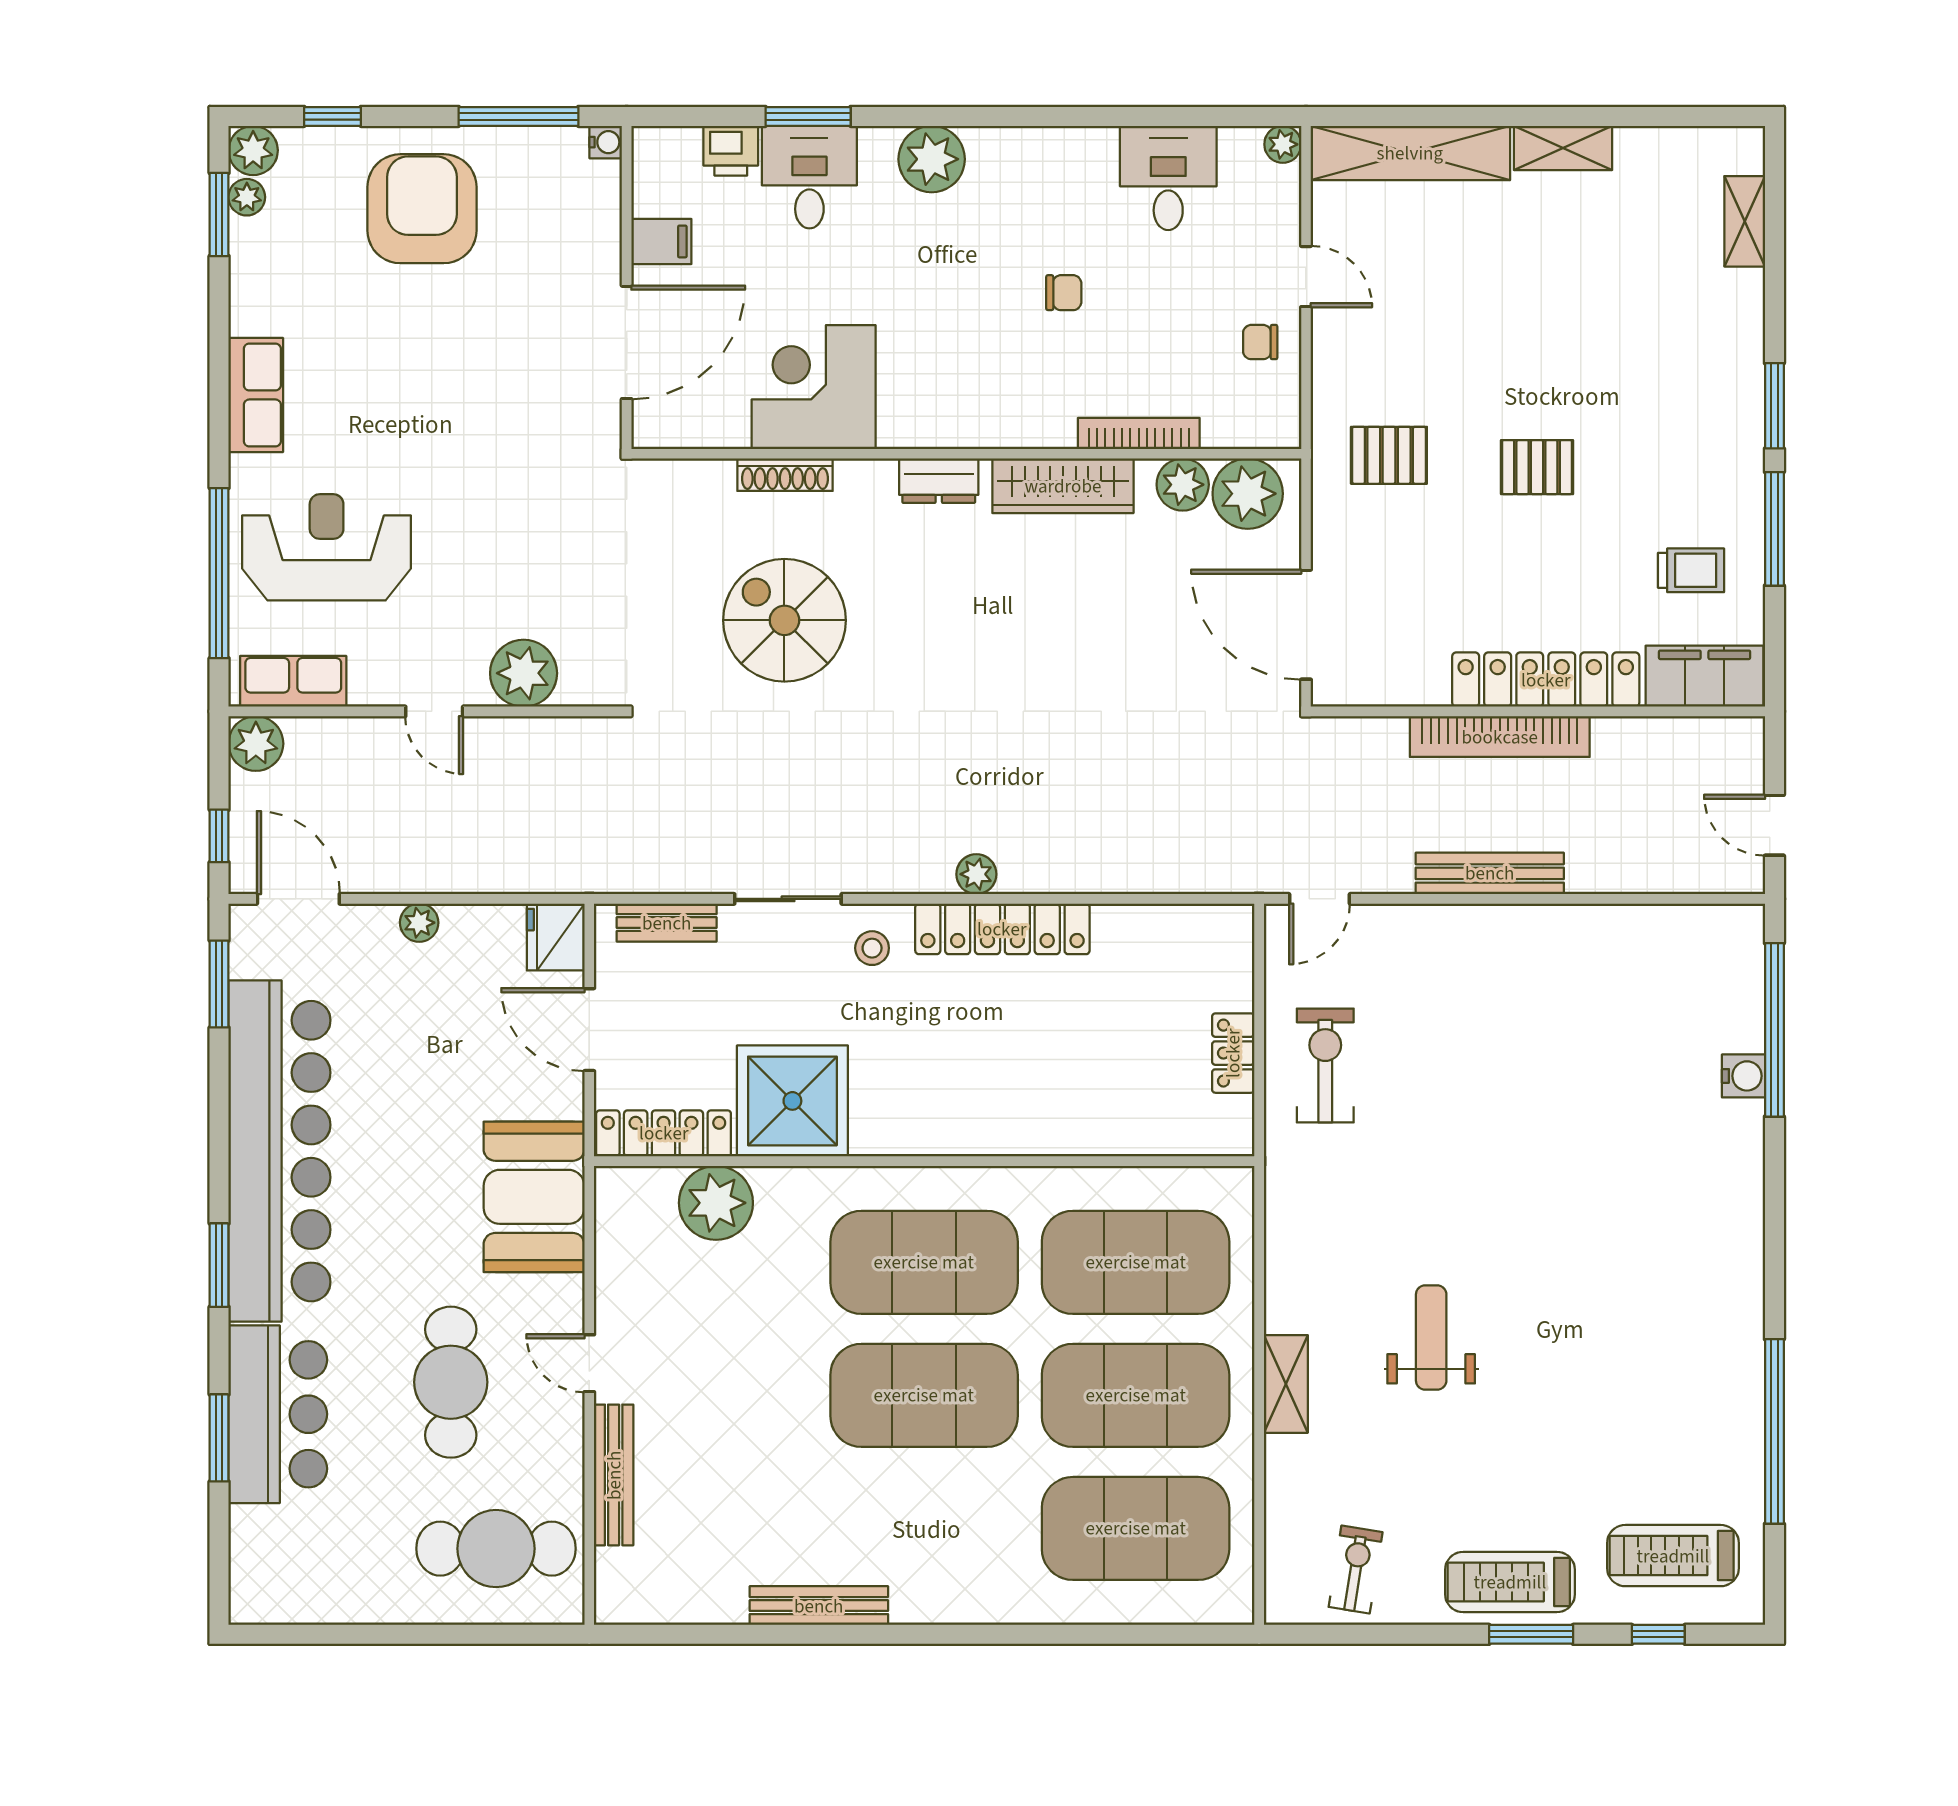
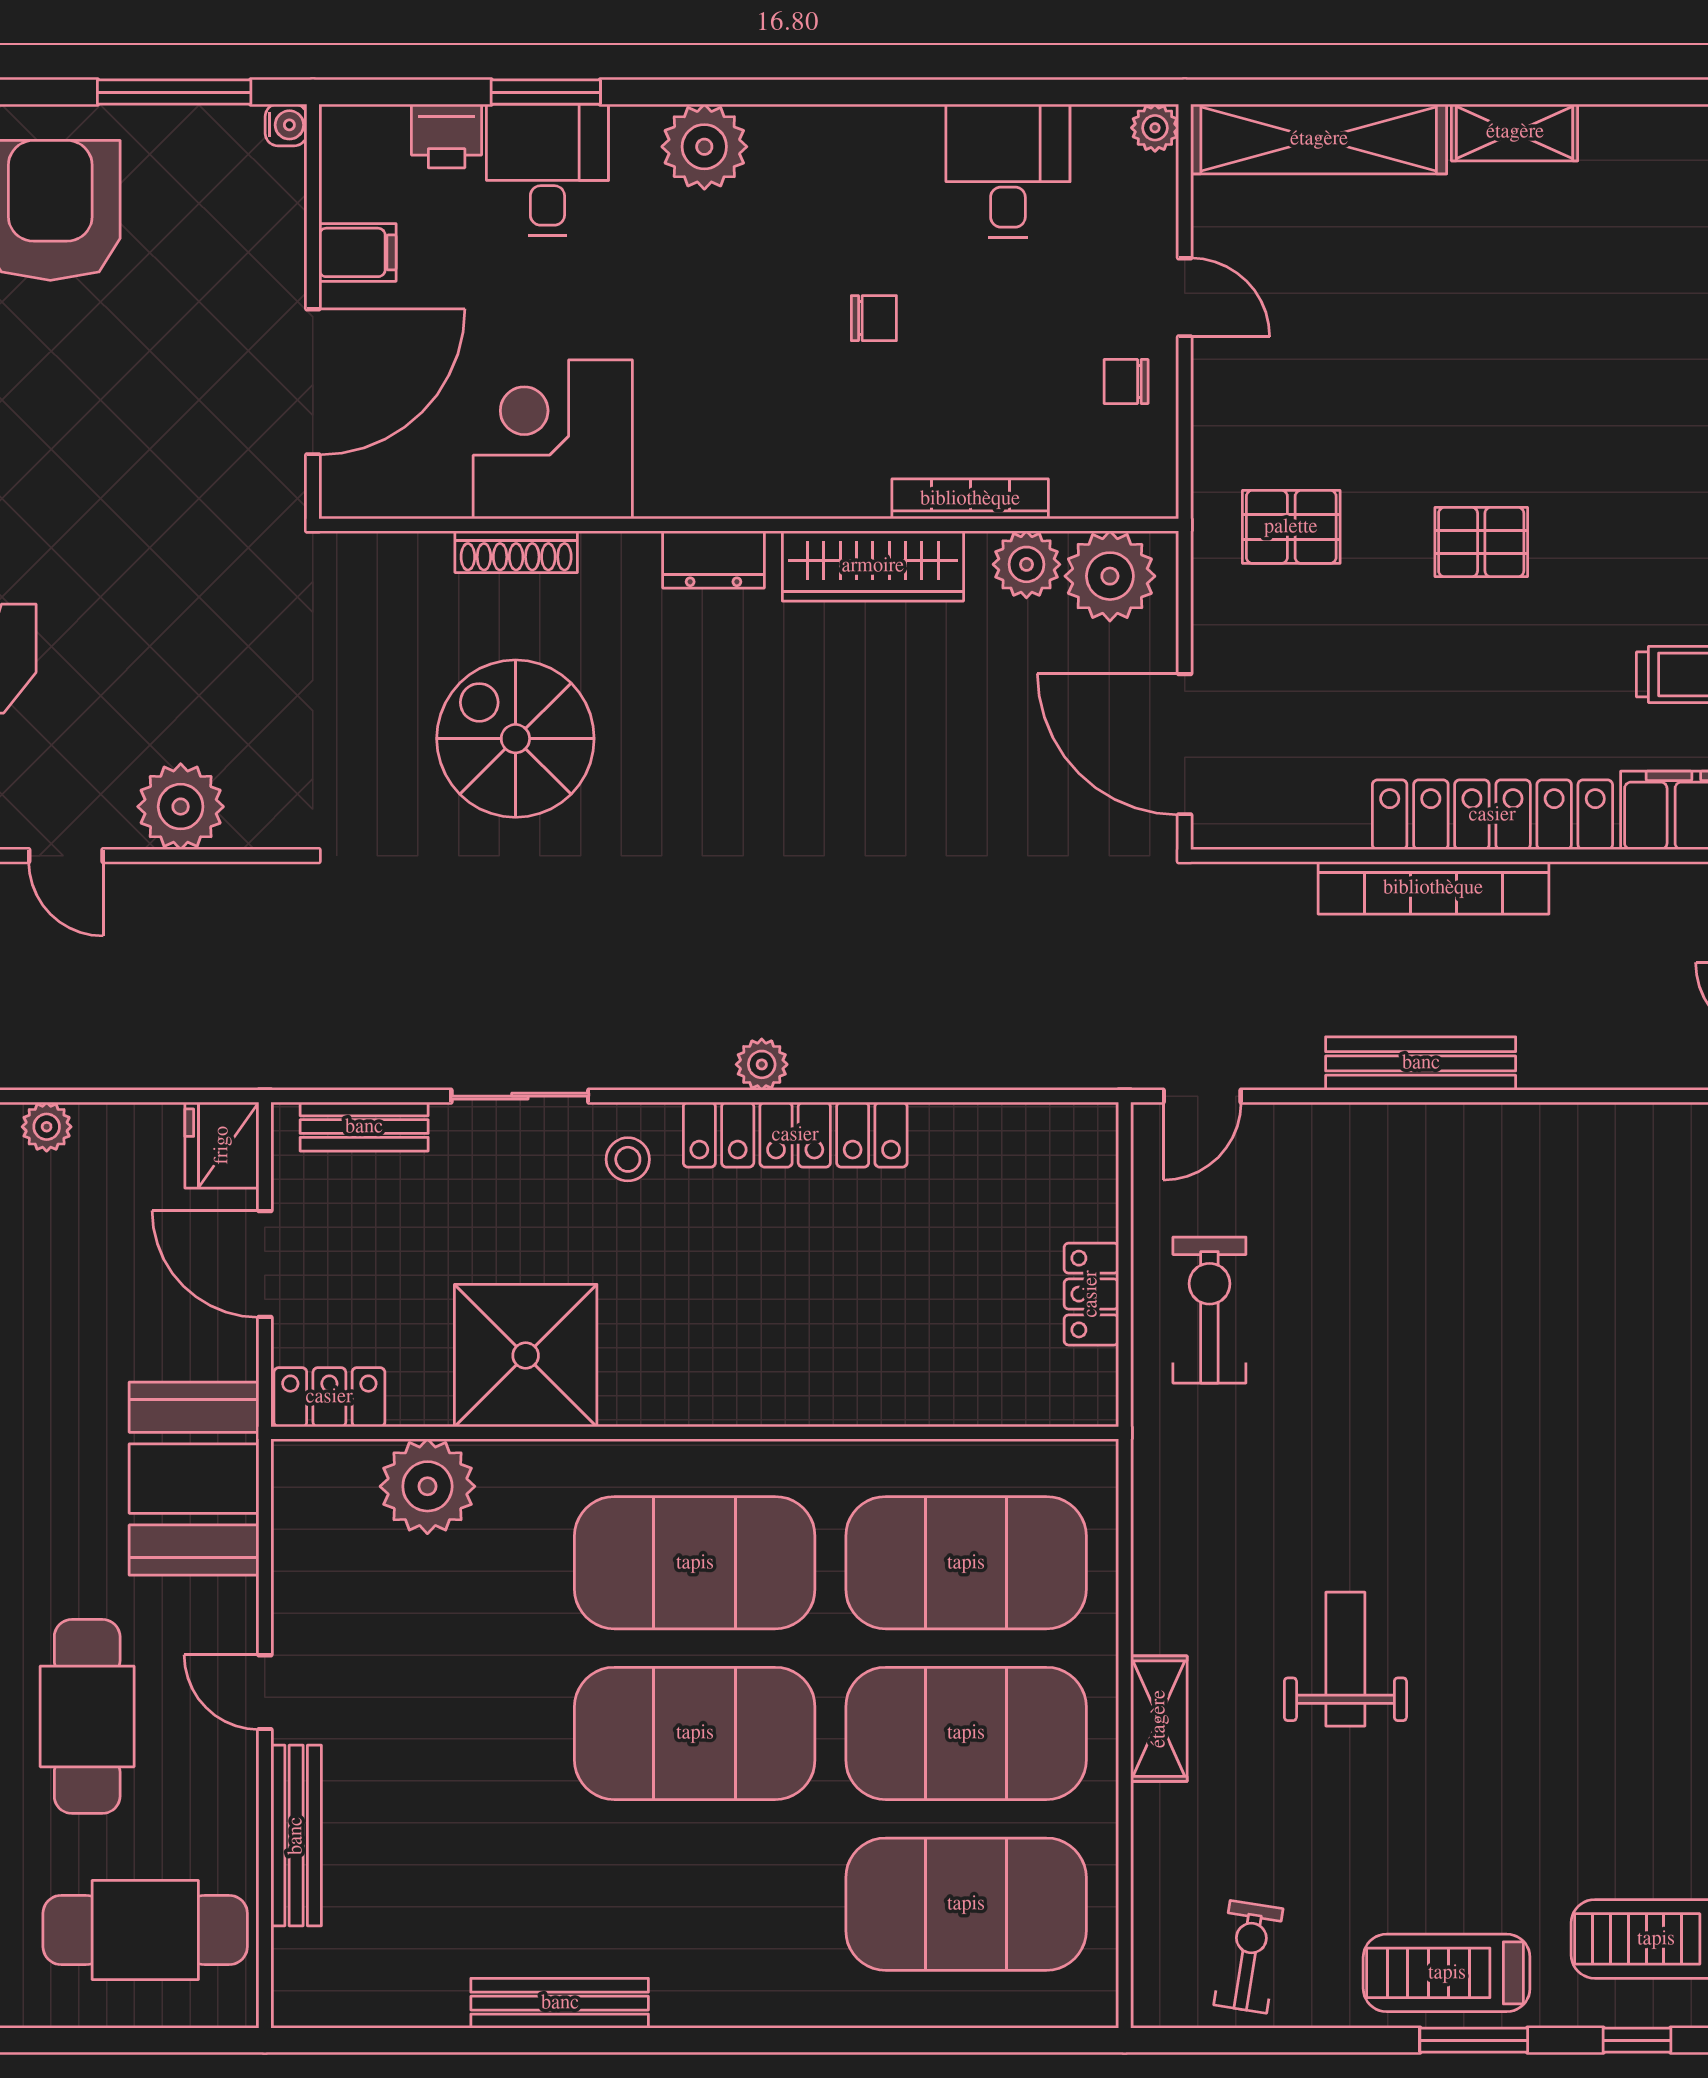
locker: (664, 1133) -> (329, 1397), width x0.66

